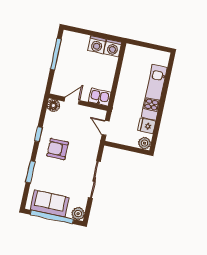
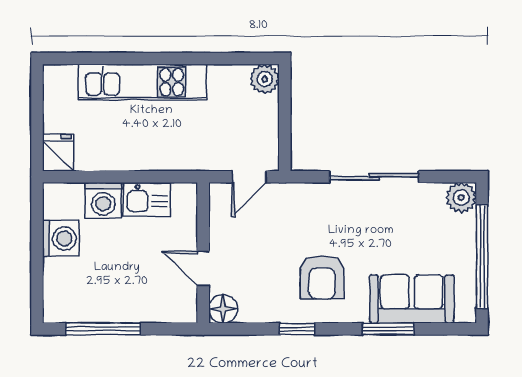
washing machine: (113, 48) -> (103, 200), moved, turned 90
kitchen sink: (100, 97) -> (147, 199), moved, turned -90
fridge: (147, 126) -> (58, 153), moved, turned 180
sofa: (50, 204) -> (412, 299), moved, turned 90

